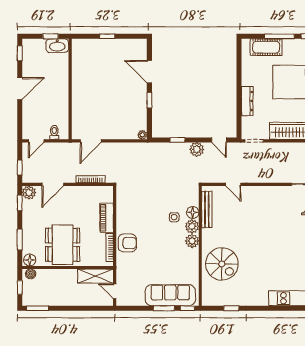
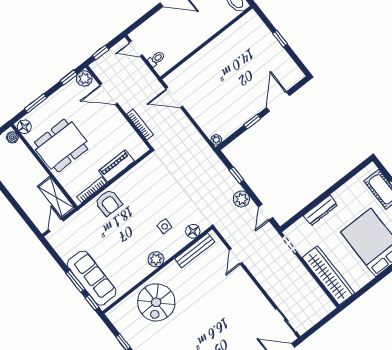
floor lamp: (193, 212) -> (193, 231), moved
plant: (192, 226) -> (169, 249), removed

